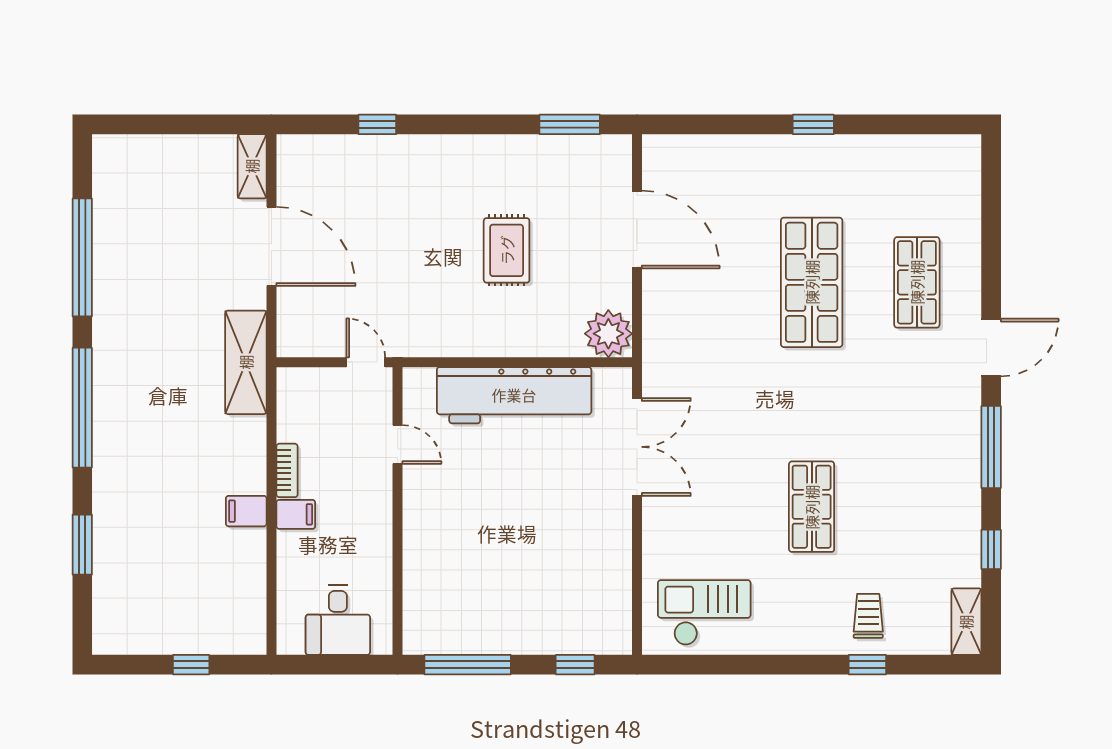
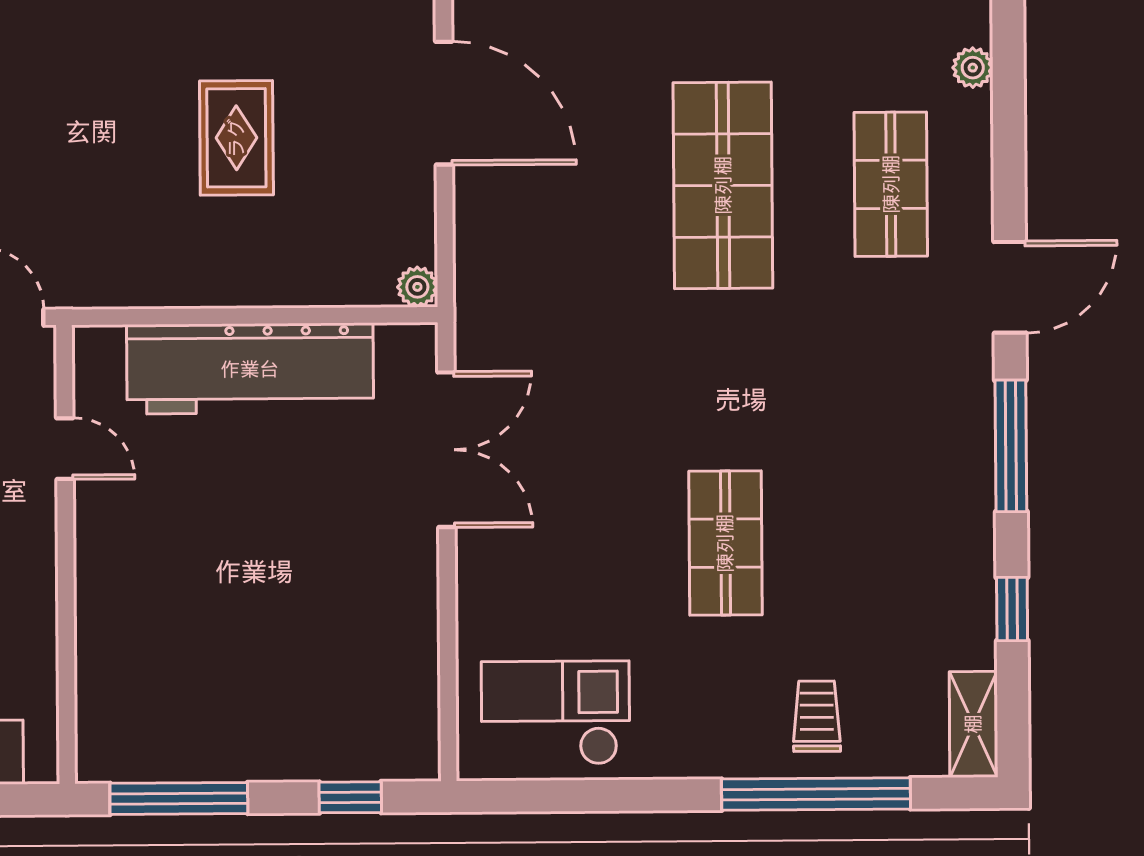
plant: (969, 210) -> (973, 68), added
plant: (608, 334) -> (417, 287), width x0.53, depth x0.53
window: (867, 665) -> (816, 794), width x3.17

